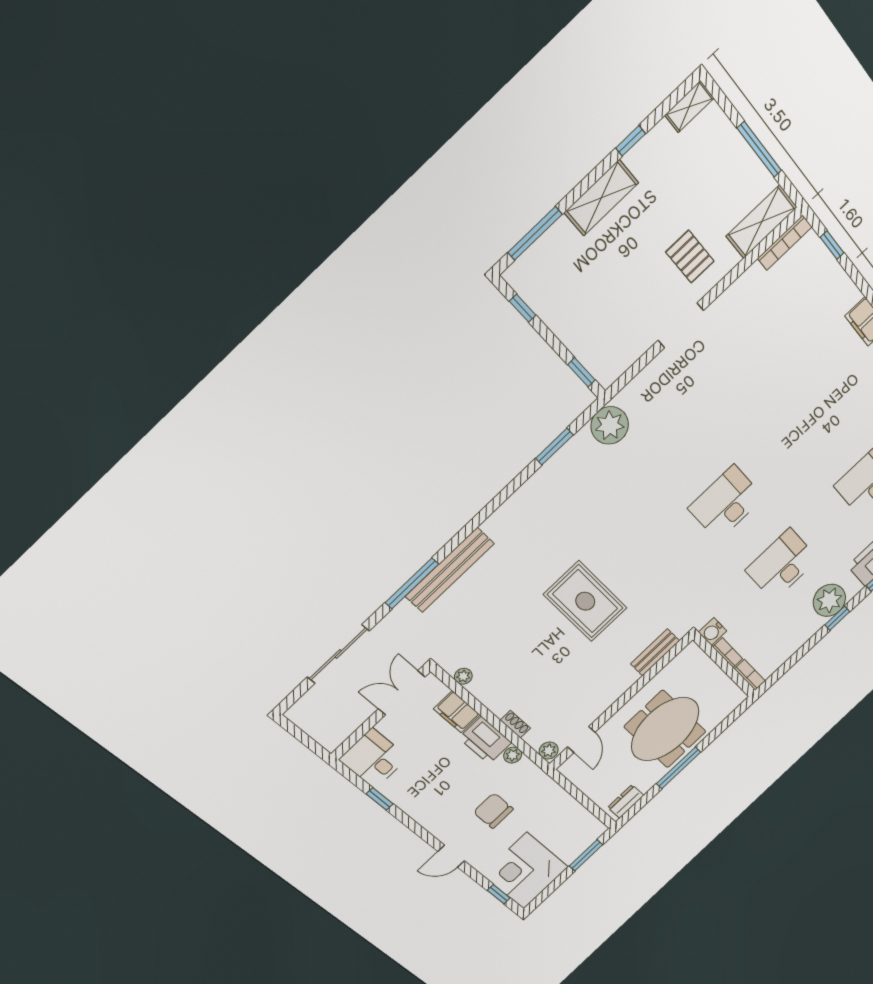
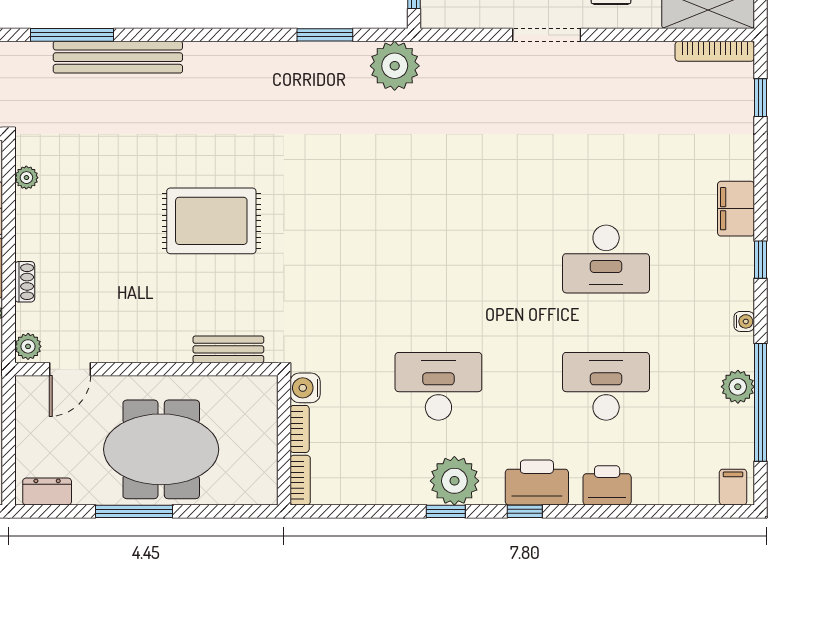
desk: (726, 503) -> (606, 259), moved, turned 180
rug: (585, 601) -> (211, 221), turned 90

